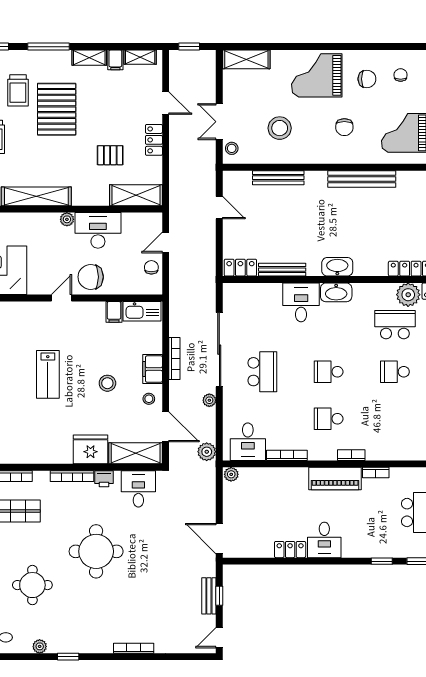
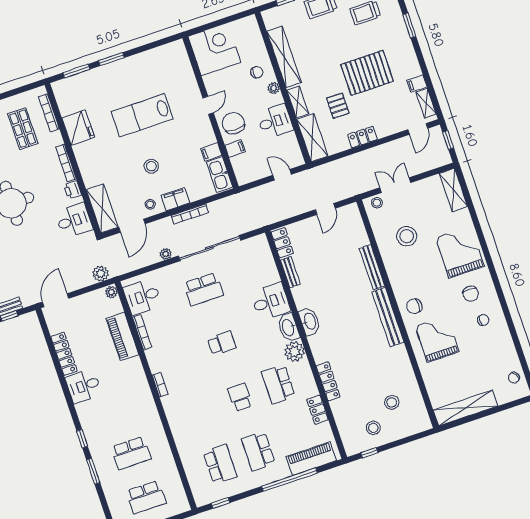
window: (49, 47) -> (409, 25), width x0.69
shelving: (89, 58) -> (298, 102), moved
door: (166, 103) -> (418, 129), moved
pallet: (57, 109) -> (367, 73), moved
chair: (344, 127) -> (414, 306), moved
bench: (278, 178) -> (372, 267), moved
desk: (98, 230) -> (275, 121), width x0.73
chair: (151, 267) -> (257, 72), moved
bench: (282, 270) -> (290, 272), width x0.73
filing cabinet: (119, 284) -> (235, 148), added
plant: (408, 295) -> (294, 352), moved
door: (61, 298) -> (208, 105), hinge flipped
school desk: (395, 325) -> (278, 384), turned 180
school desk: (329, 372) -> (222, 343), turned 90
lab bench: (48, 374) -> (142, 115), width x1.36, depth x1.39
school desk: (329, 419) -> (183, 356), removed
fridge: (90, 449) -> (78, 128), moved
plant: (207, 452) -> (101, 274), moved
bookcase: (376, 473) -> (153, 409), removed
piano: (335, 479) -> (122, 336), moved
locker: (290, 550) -> (64, 354), width x1.53

